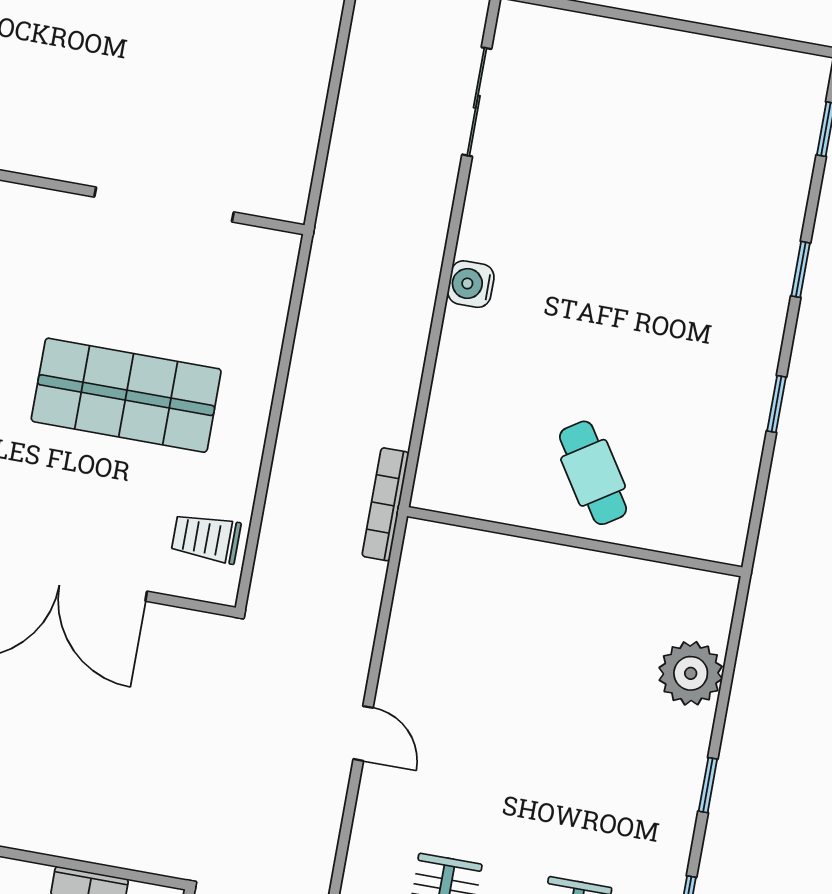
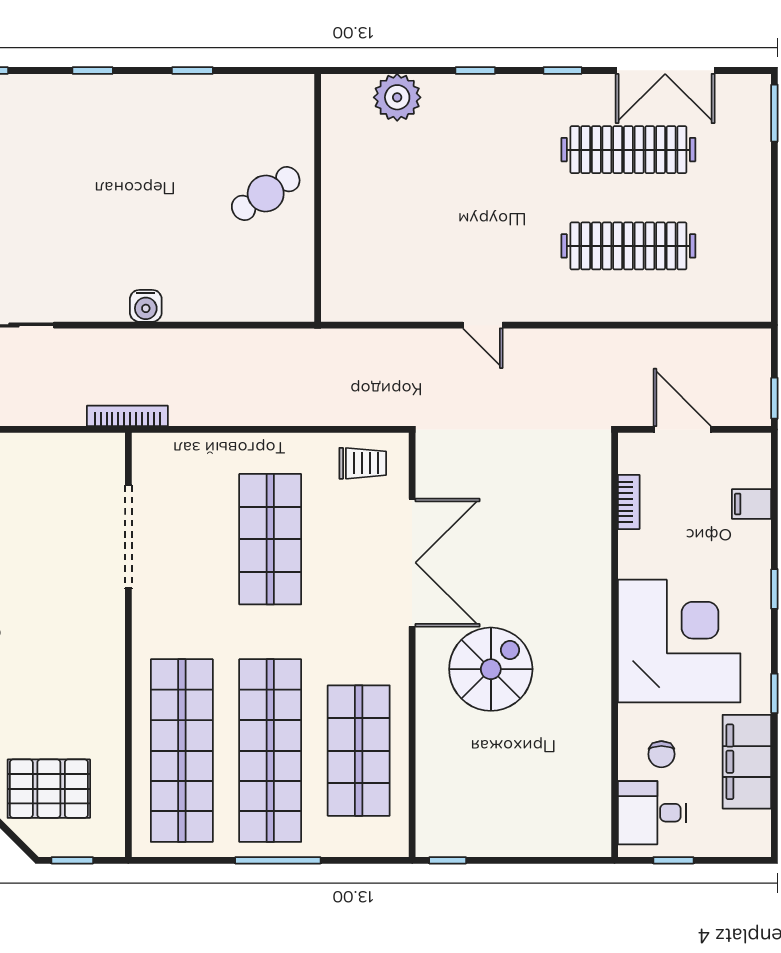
bookcase: (385, 504) -> (127, 416), moved, turned 180
trolley: (206, 538) -> (363, 463), turned -90
door: (363, 733) -> (483, 325), swing flipped

